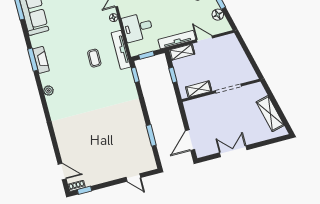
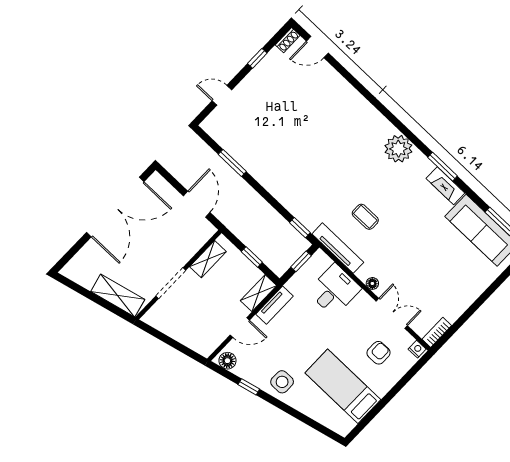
floor lamp: (218, 15) -> (227, 361), moved
tv unit: (177, 40) -> (274, 305), width x0.71
fireplace: (41, 60) -> (445, 186), moved
plant: (48, 91) -> (398, 149), width x1.88, depth x1.88
shelving: (270, 114) -> (118, 295), moved
door: (190, 140) -> (197, 204), moved
double door: (233, 151) -> (115, 207), width x1.87
window: (85, 190) -> (257, 58), moved

